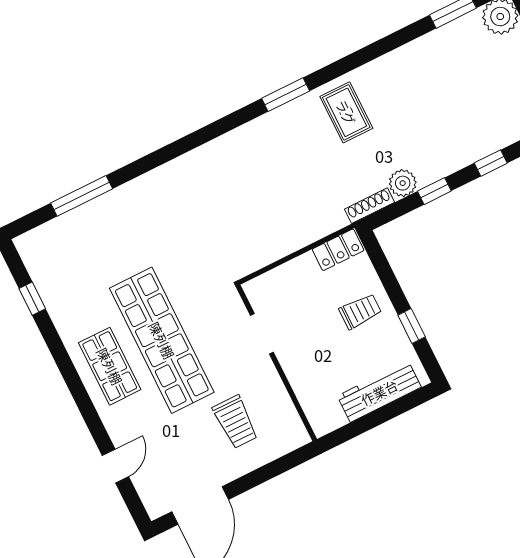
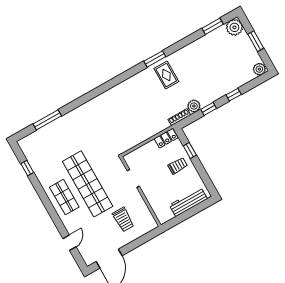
window: (286, 95) -> (155, 59), moved
window: (412, 326) -> (190, 151), moved

